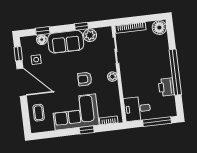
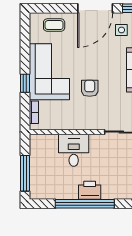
plant: (112, 77) -> (89, 124), removed
printer: (166, 87) -> (90, 190), moved
desk: (137, 109) -> (74, 150), moved

